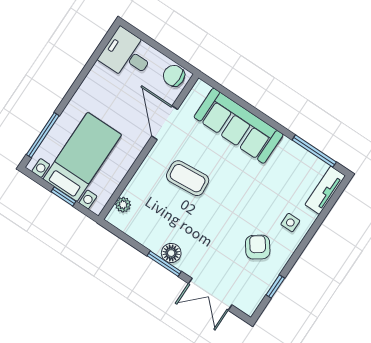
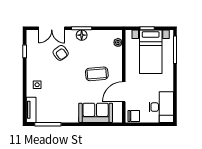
desk: (127, 55) -> (161, 107), width x1.37
door: (165, 123) -> (124, 92), swing flipped
sofa: (239, 126) -> (96, 113), width x0.73
armchair: (258, 247) -> (61, 53), moved
double door: (210, 294) -> (52, 28), swing flipped

